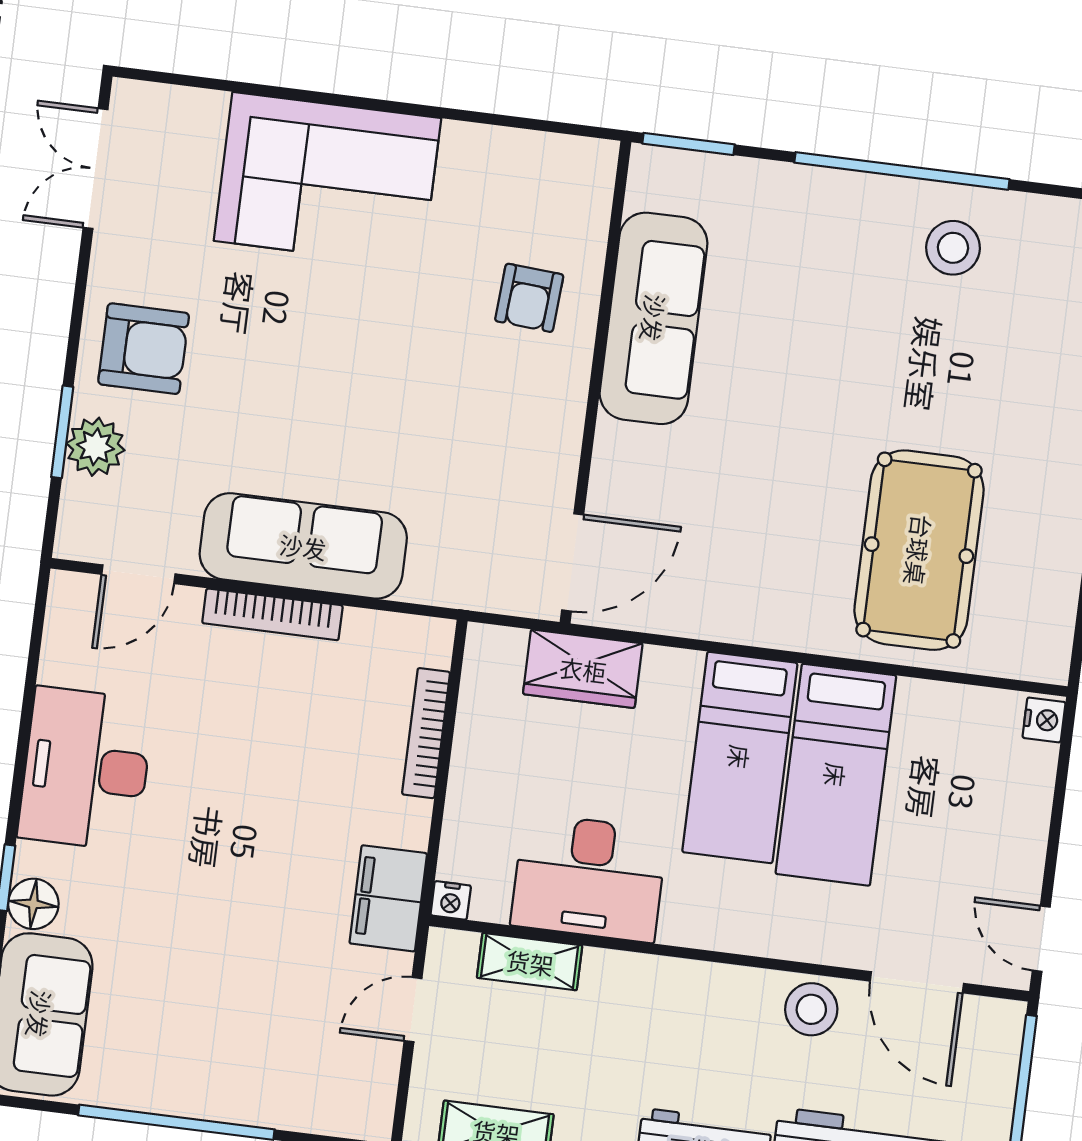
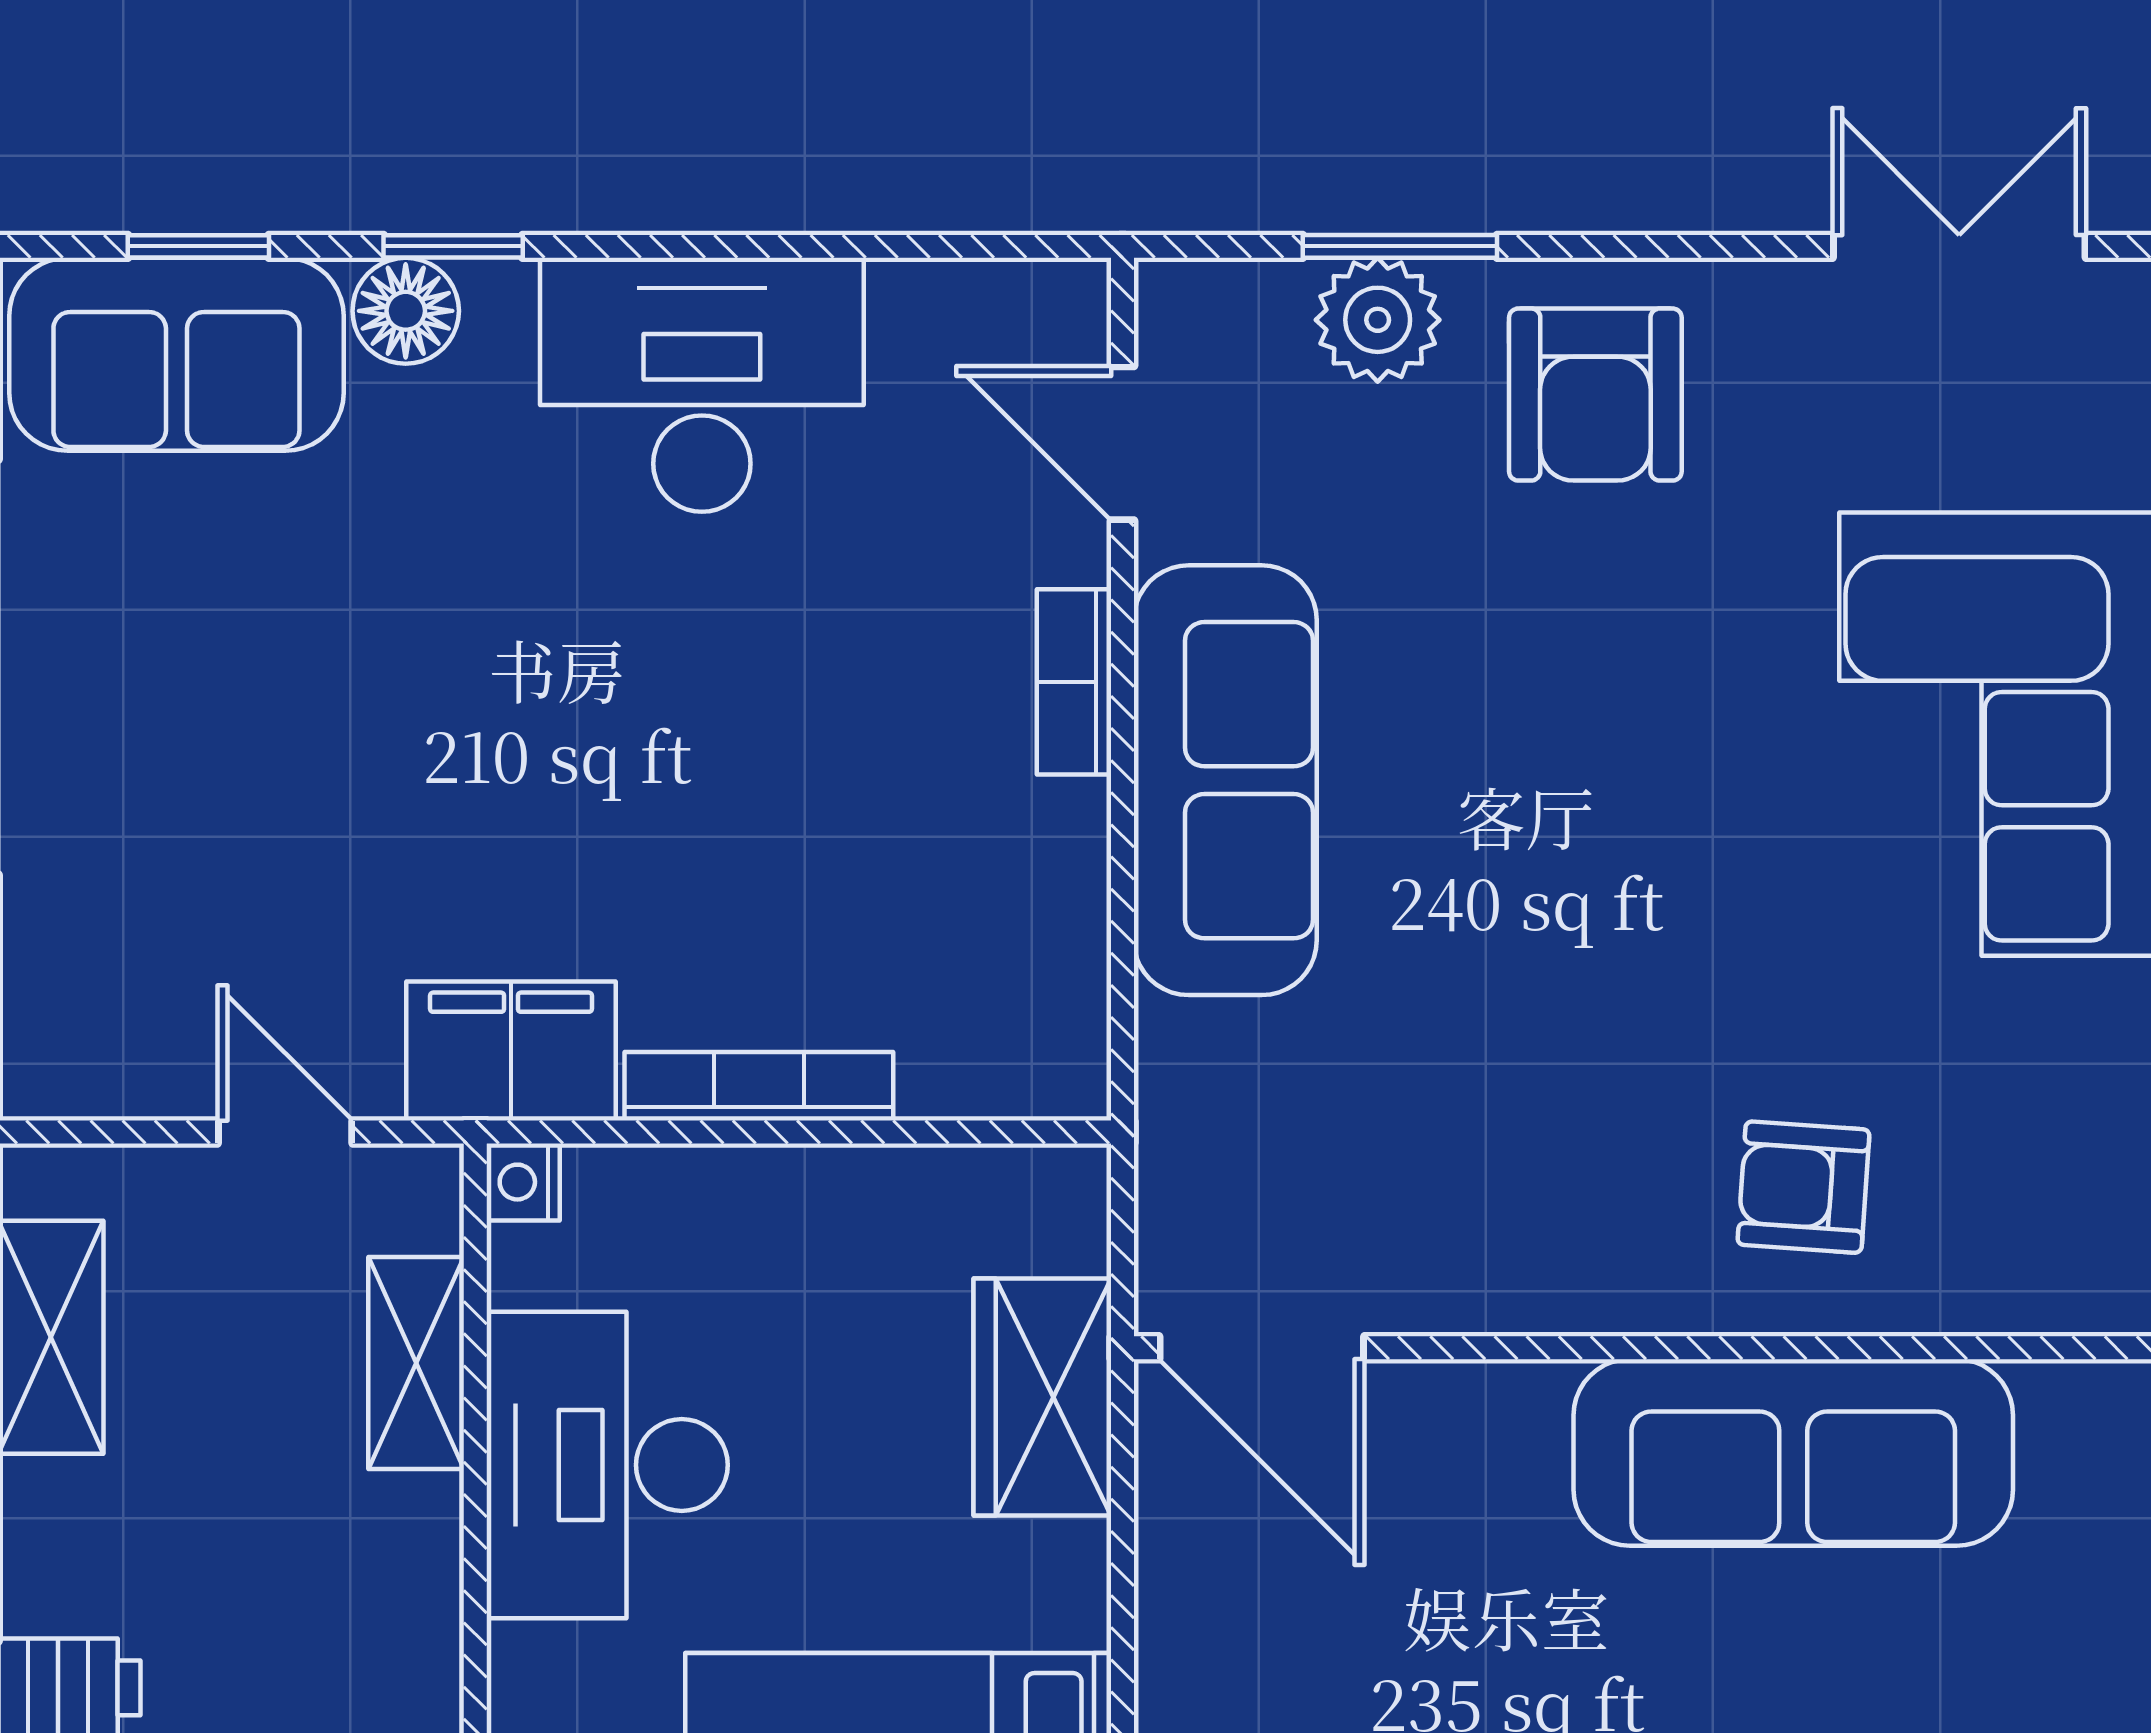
bookcase: (272, 614) -> (1074, 682), width x0.64
bookcase: (426, 733) -> (759, 1086), moved

